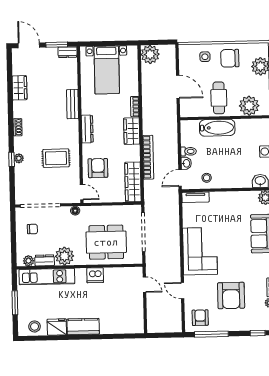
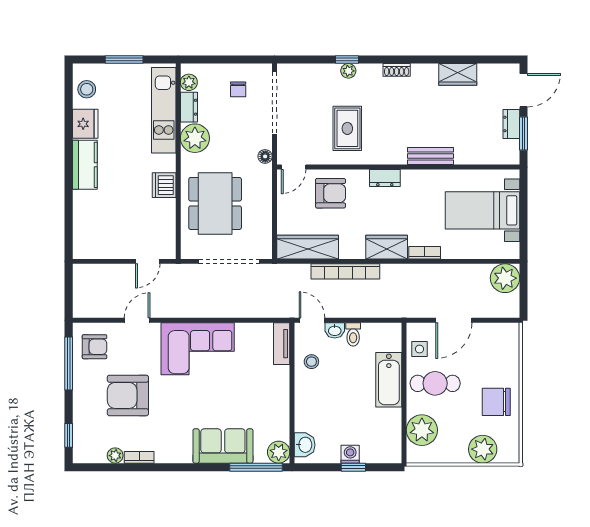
dresser: (68, 52) -> (511, 124), moved
side table: (205, 57) -> (419, 349), moved
chair: (230, 58) -> (496, 402), turned -90
dresser: (87, 129) -> (385, 178), width x0.70

